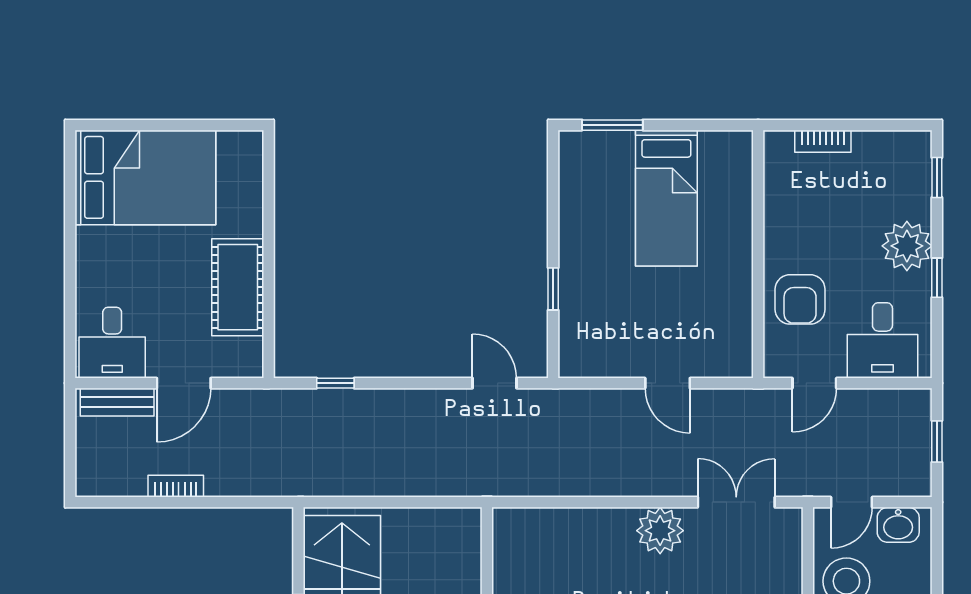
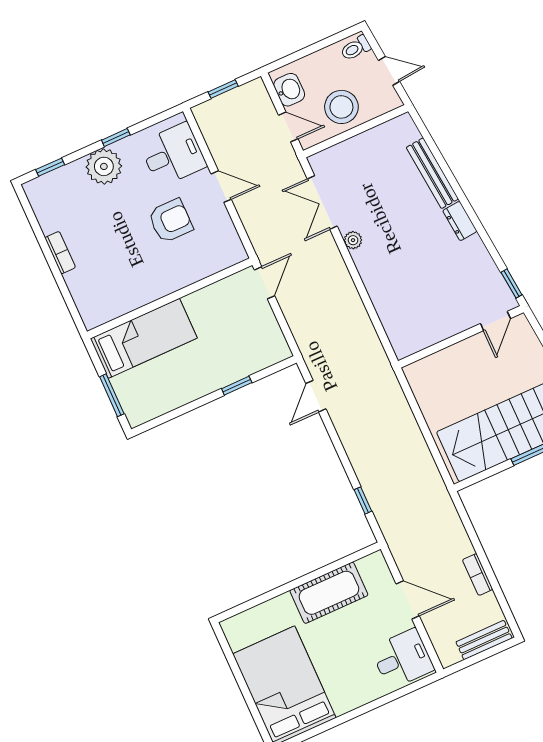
wall: (758, 254) -> (170, 298), moved
bench: (117, 402) -> (484, 640), moved, turned 90
plant: (660, 531) -> (353, 240), width x0.53, depth x0.53

